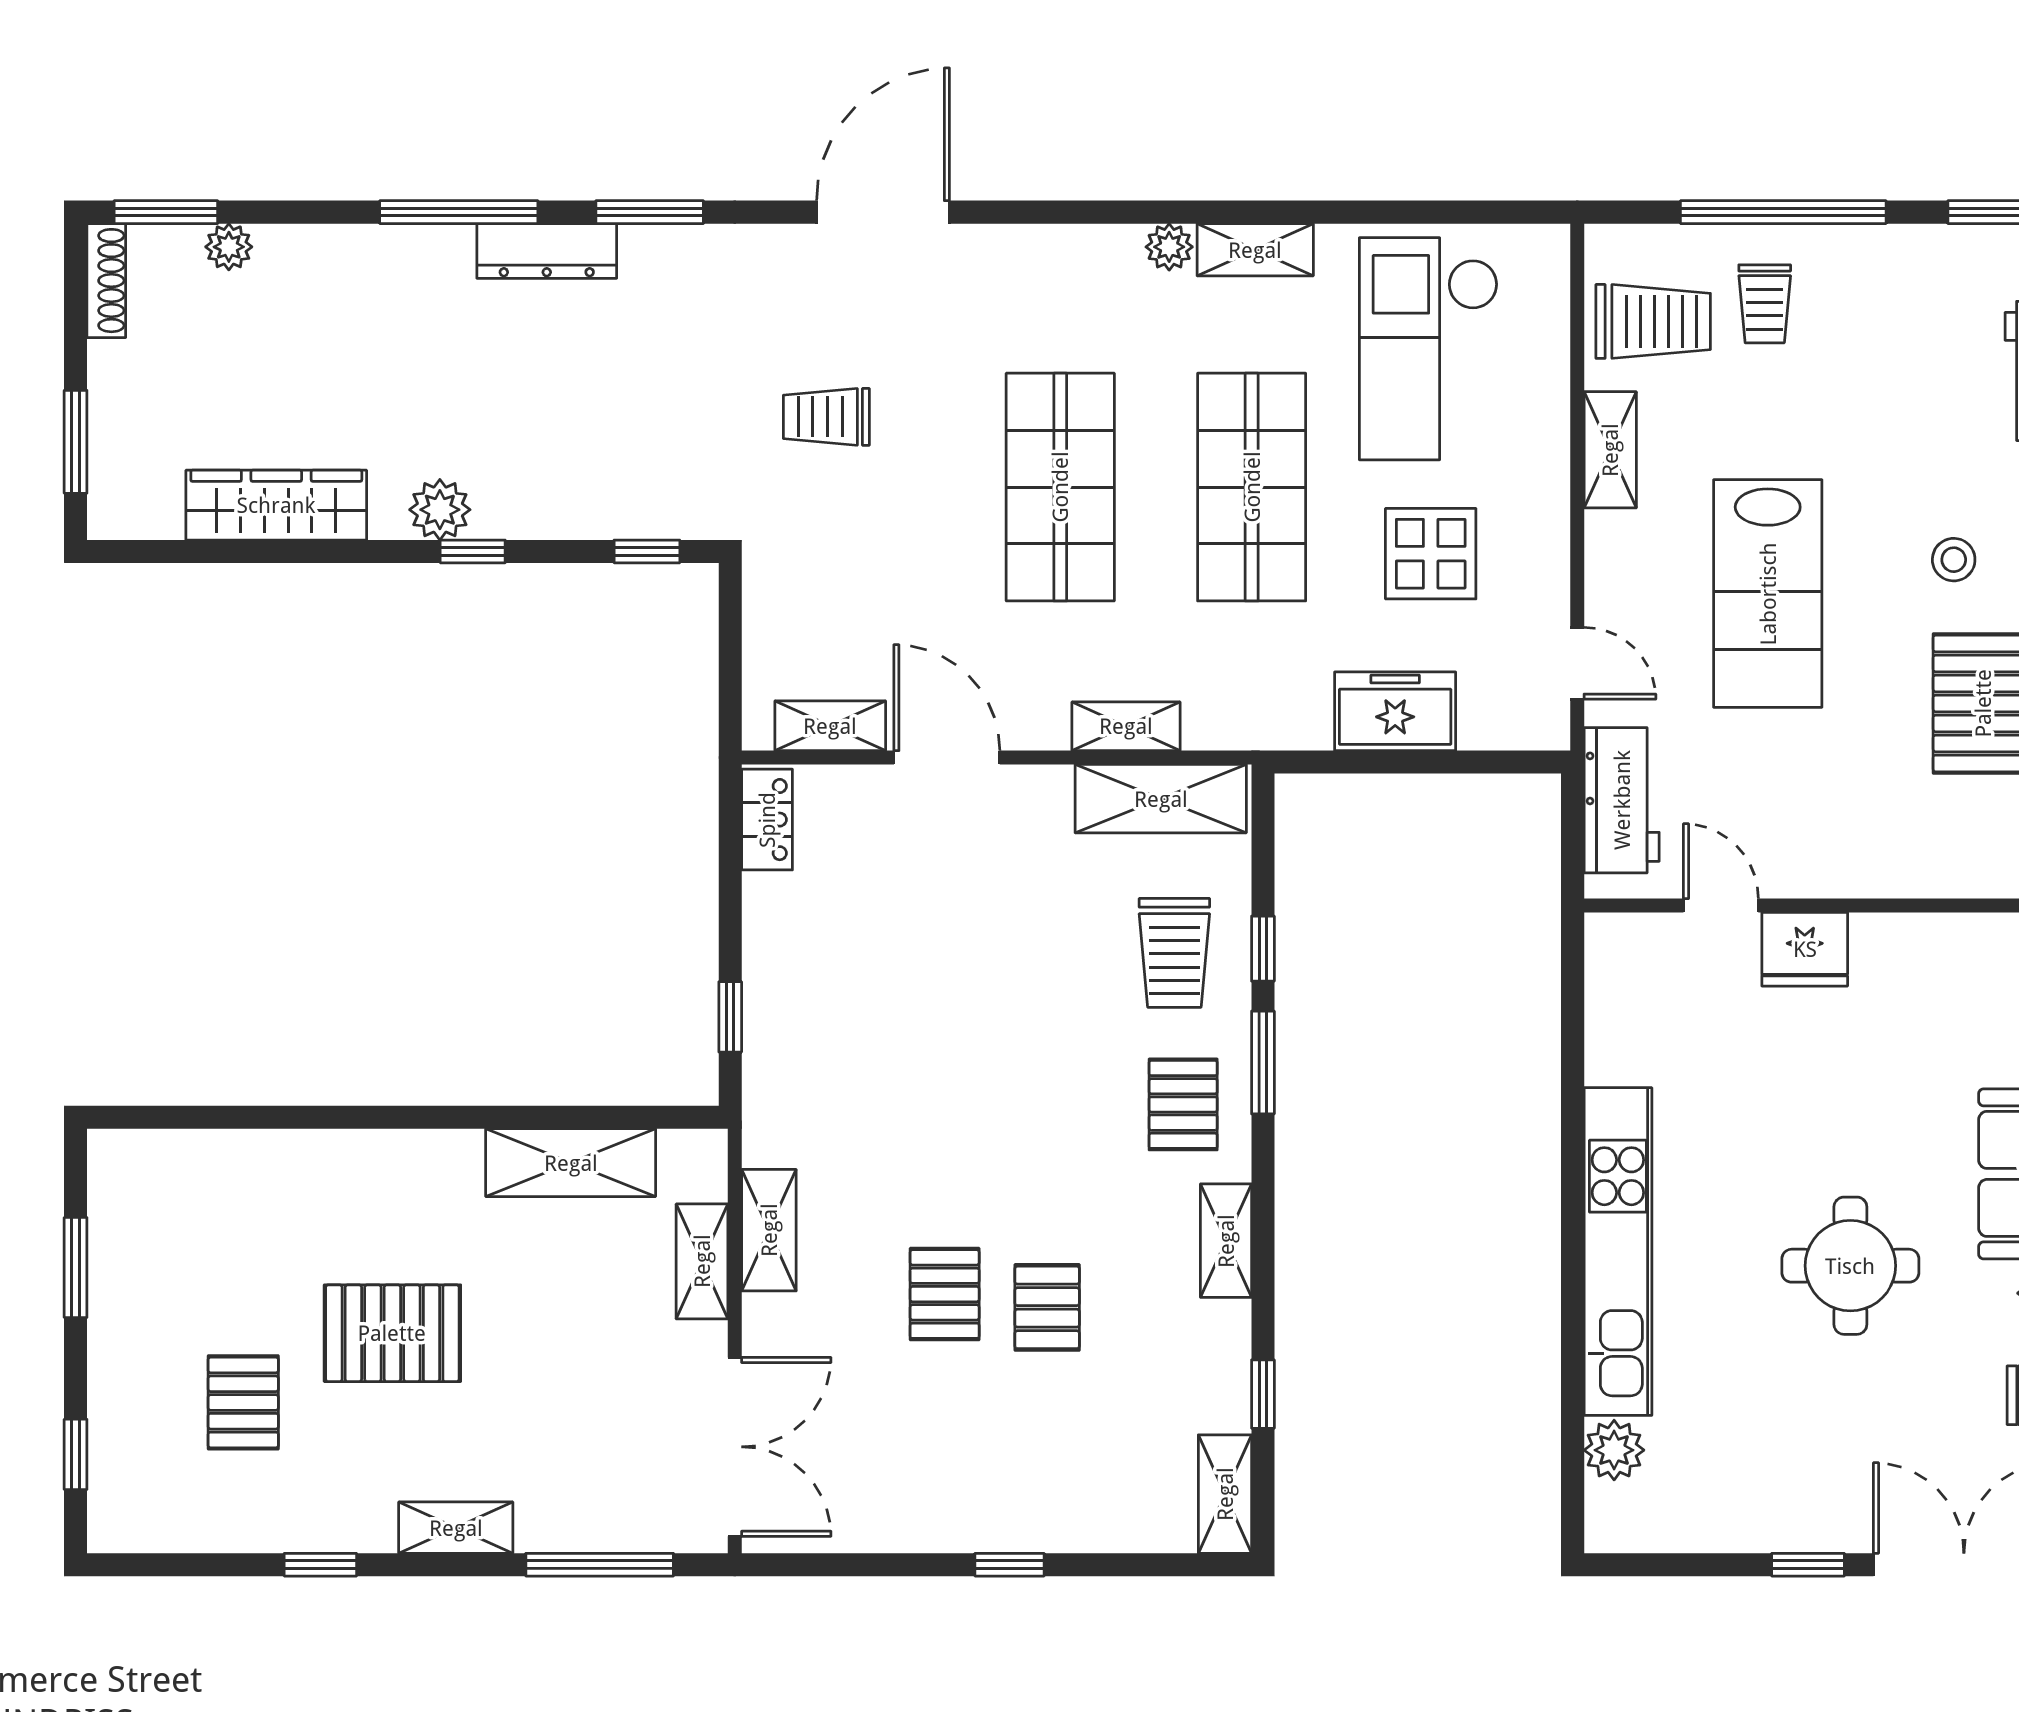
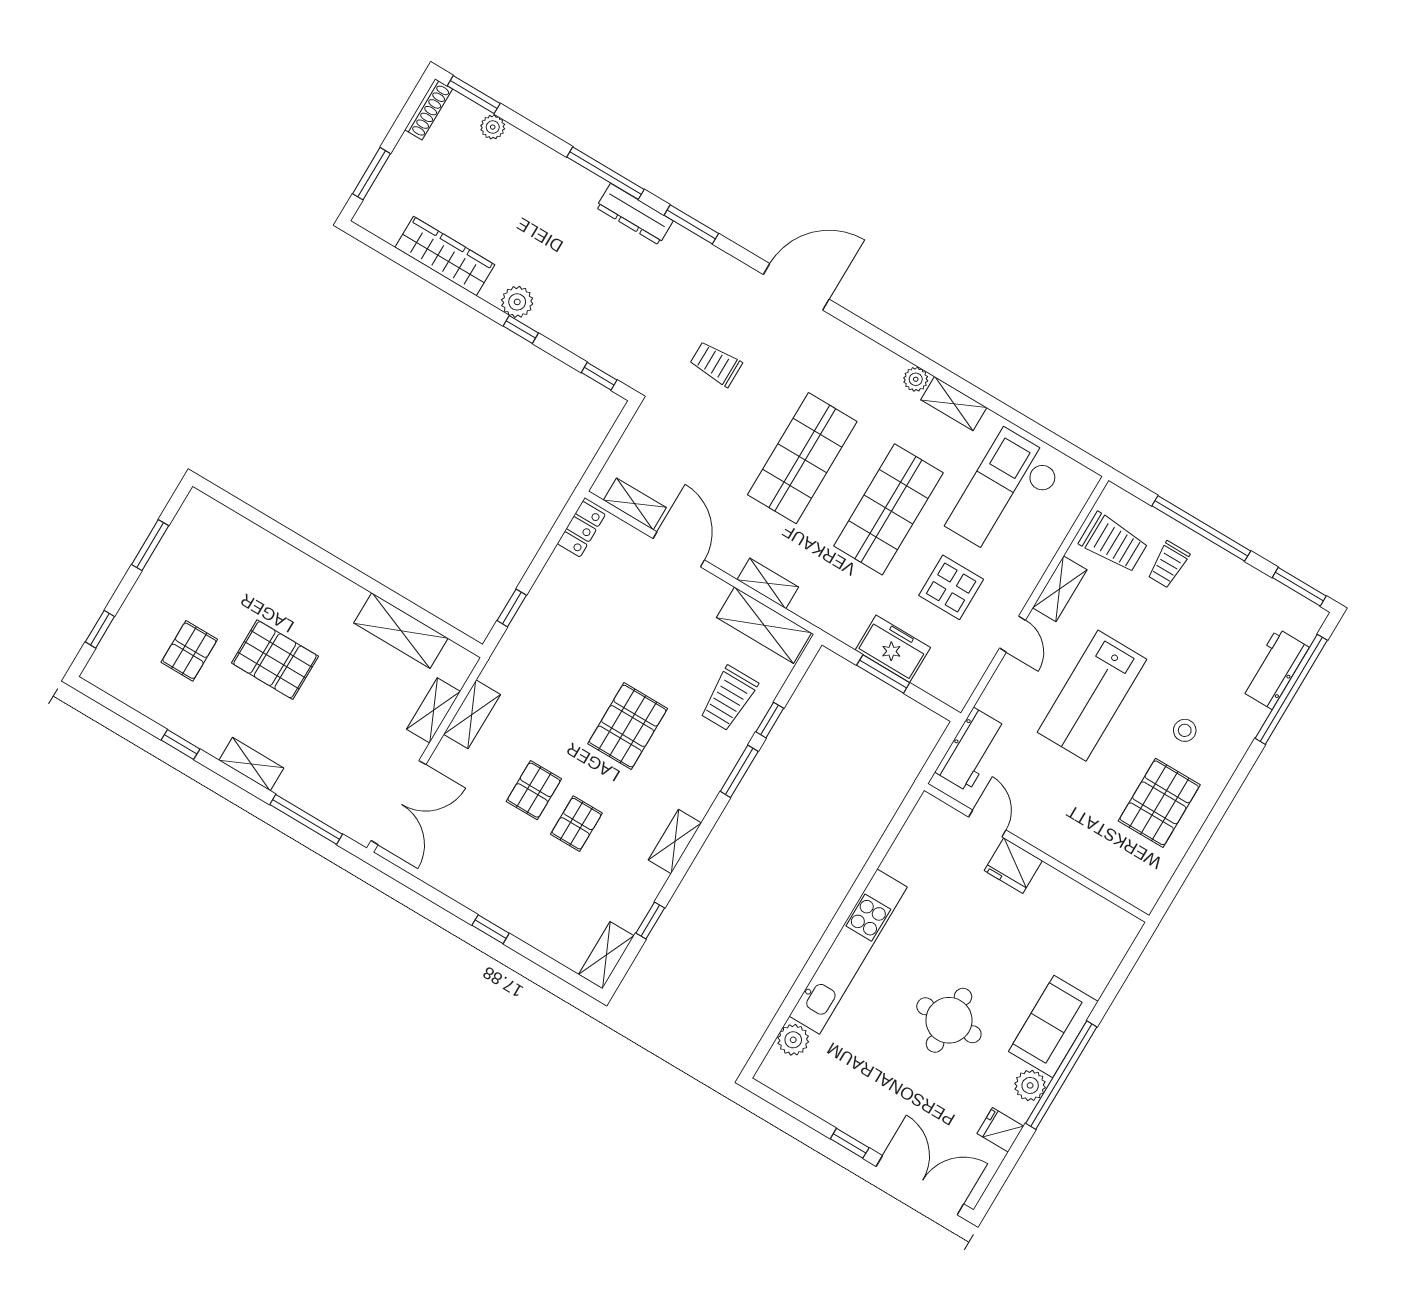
door: (1577, 663) -> (1013, 634), moved
window: (1404, 762) -> (883, 674), added
pallet: (1183, 1104) -> (628, 726), moved, width x1.50, depth x1.42

